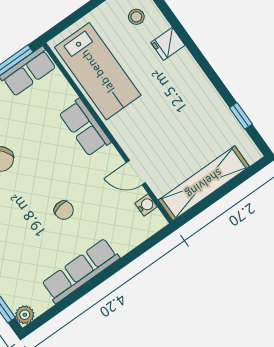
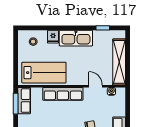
kitchen sink: (192, 83) -> (76, 38), added
row of seats: (85, 127) -> (63, 94), width x1.48
door: (136, 173) -> (96, 86), swing flipped

